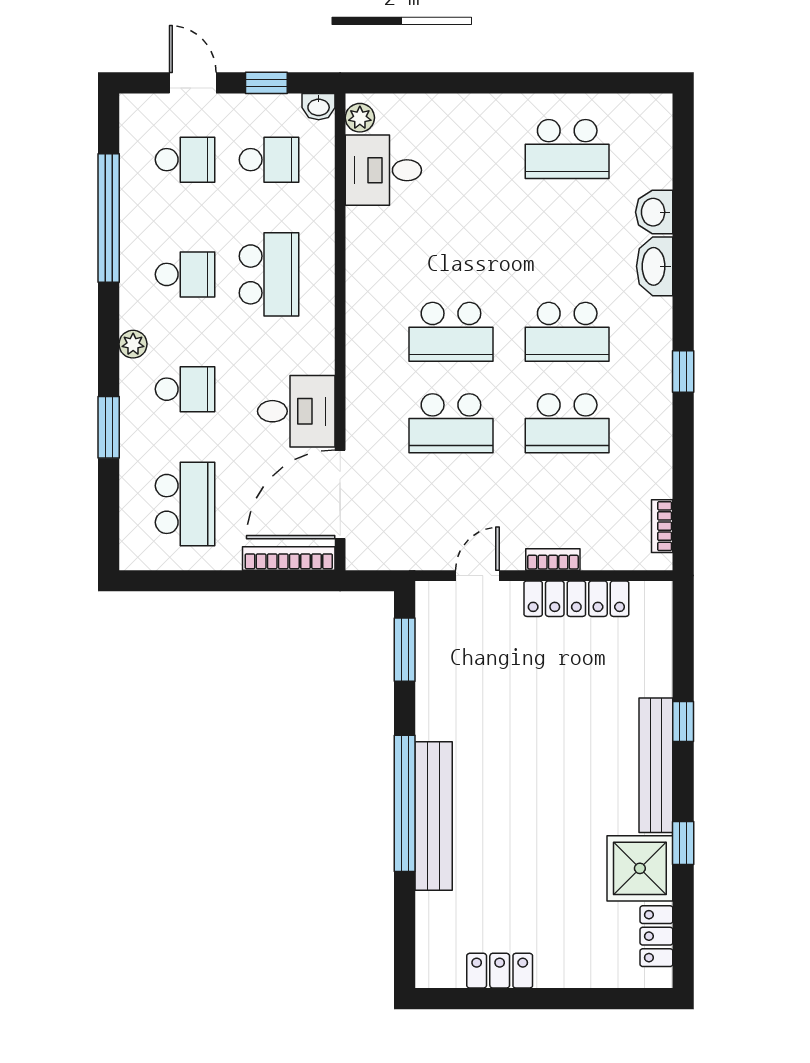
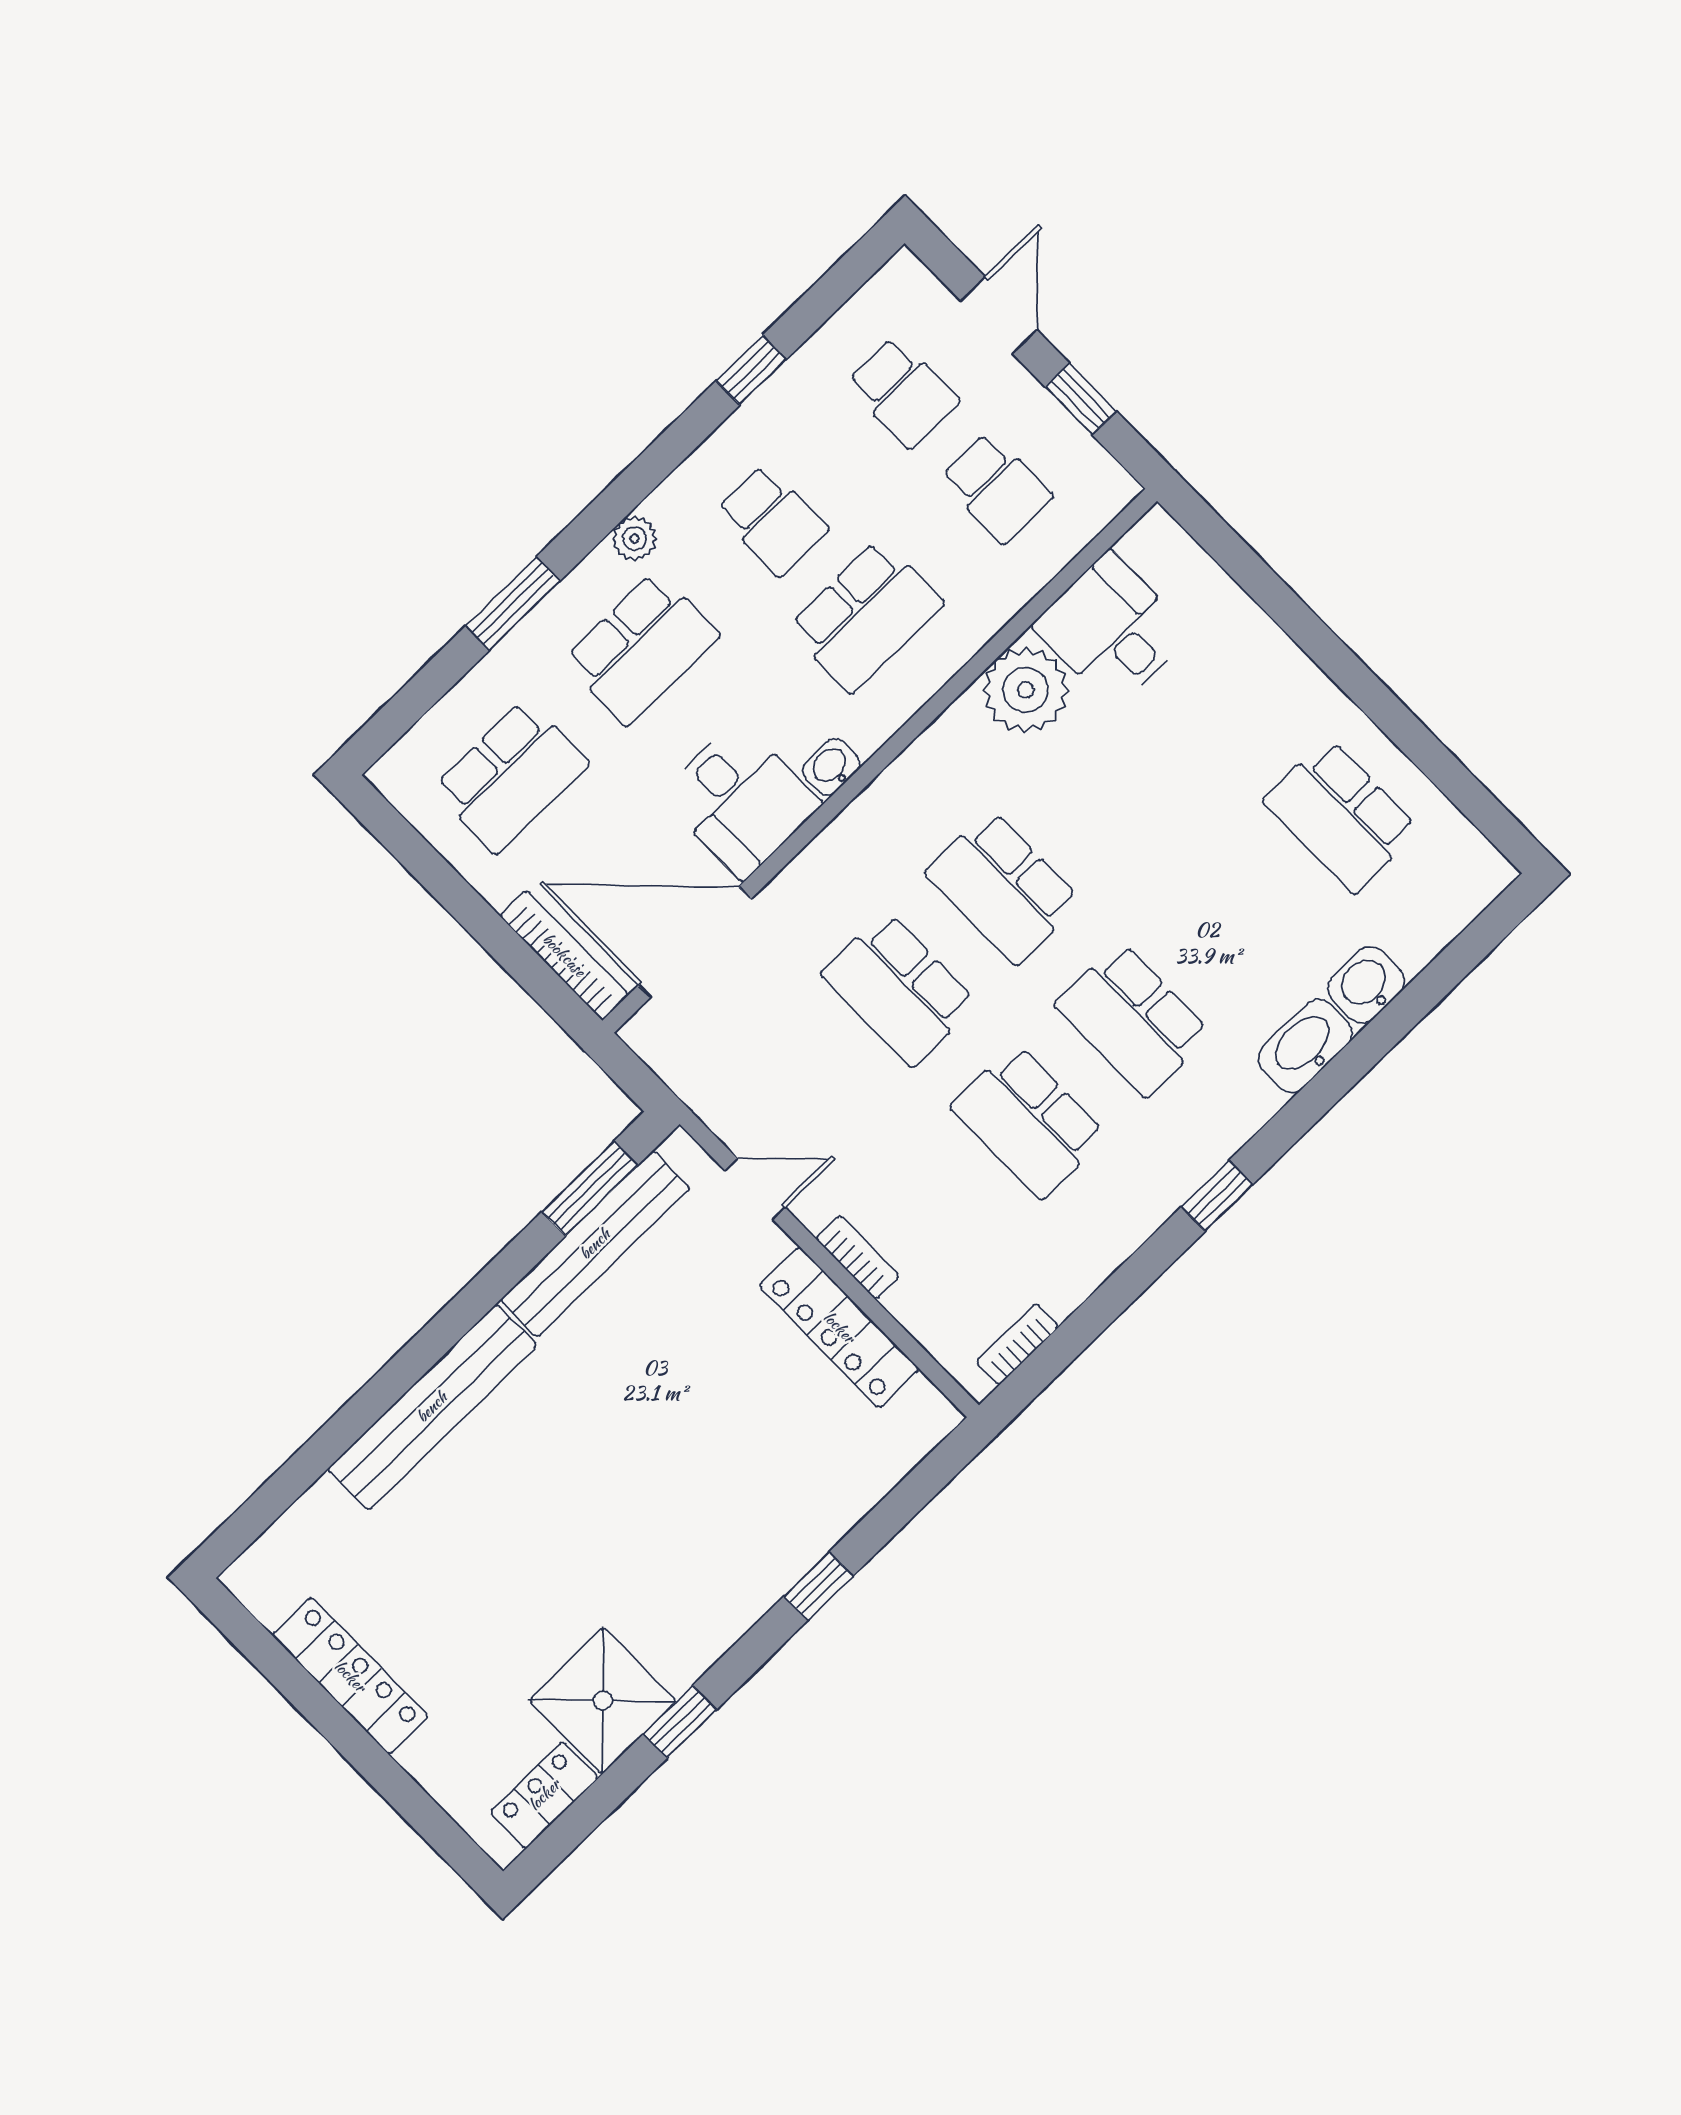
washbasin: (319, 107) -> (831, 767), moved, turned 90
plant: (360, 118) -> (1026, 690), moved, width x1.88, depth x1.88
window: (109, 218) -> (751, 370), width x0.32
school desk: (185, 389) -> (641, 648), width x1.85
bench: (656, 765) -> (595, 1244), moved
window: (405, 803) -> (414, 1360), removed
locker: (500, 971) -> (350, 1676), width x1.53

